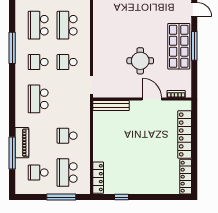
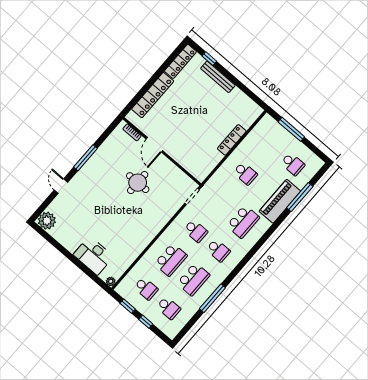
shop shelf: (179, 46) -> (98, 168), removed
window: (12, 48) -> (212, 298), moved
bench: (111, 106) -> (218, 77), moved
piano: (22, 143) -> (280, 201), width x1.37, depth x1.33
school desk: (67, 173) -> (270, 145), removed
locker: (98, 178) -> (232, 140), moved
window: (121, 197) -> (209, 59), moved

